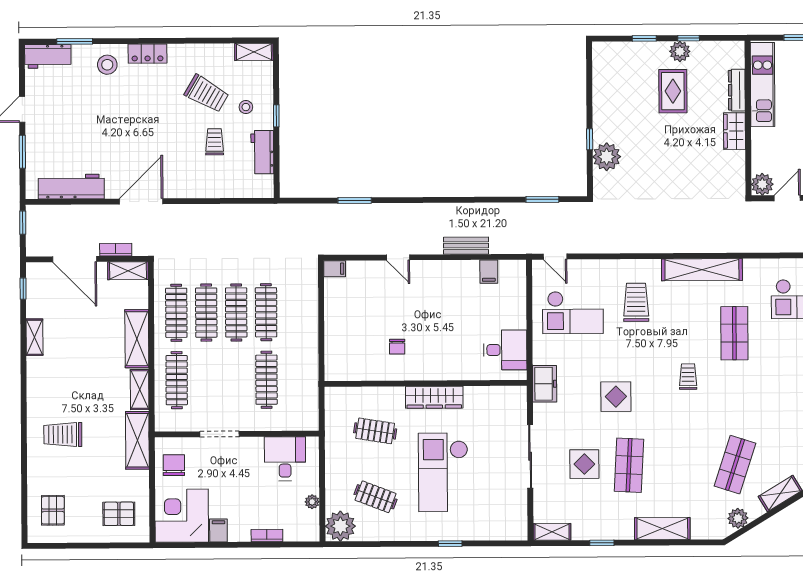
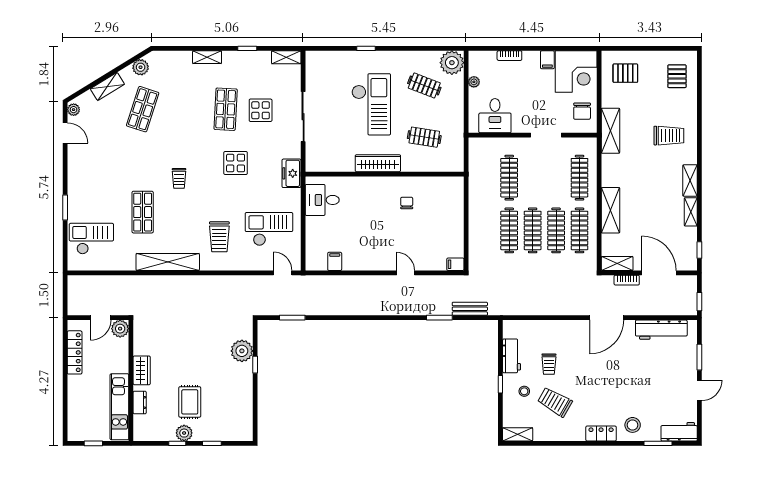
dresser: (737, 90) -> (140, 402), width x0.70
bench: (466, 246) -> (470, 309), moved
shelving: (140, 390) -> (690, 181), moved
shelving: (662, 529) -> (207, 57), width x0.67, depth x0.75

